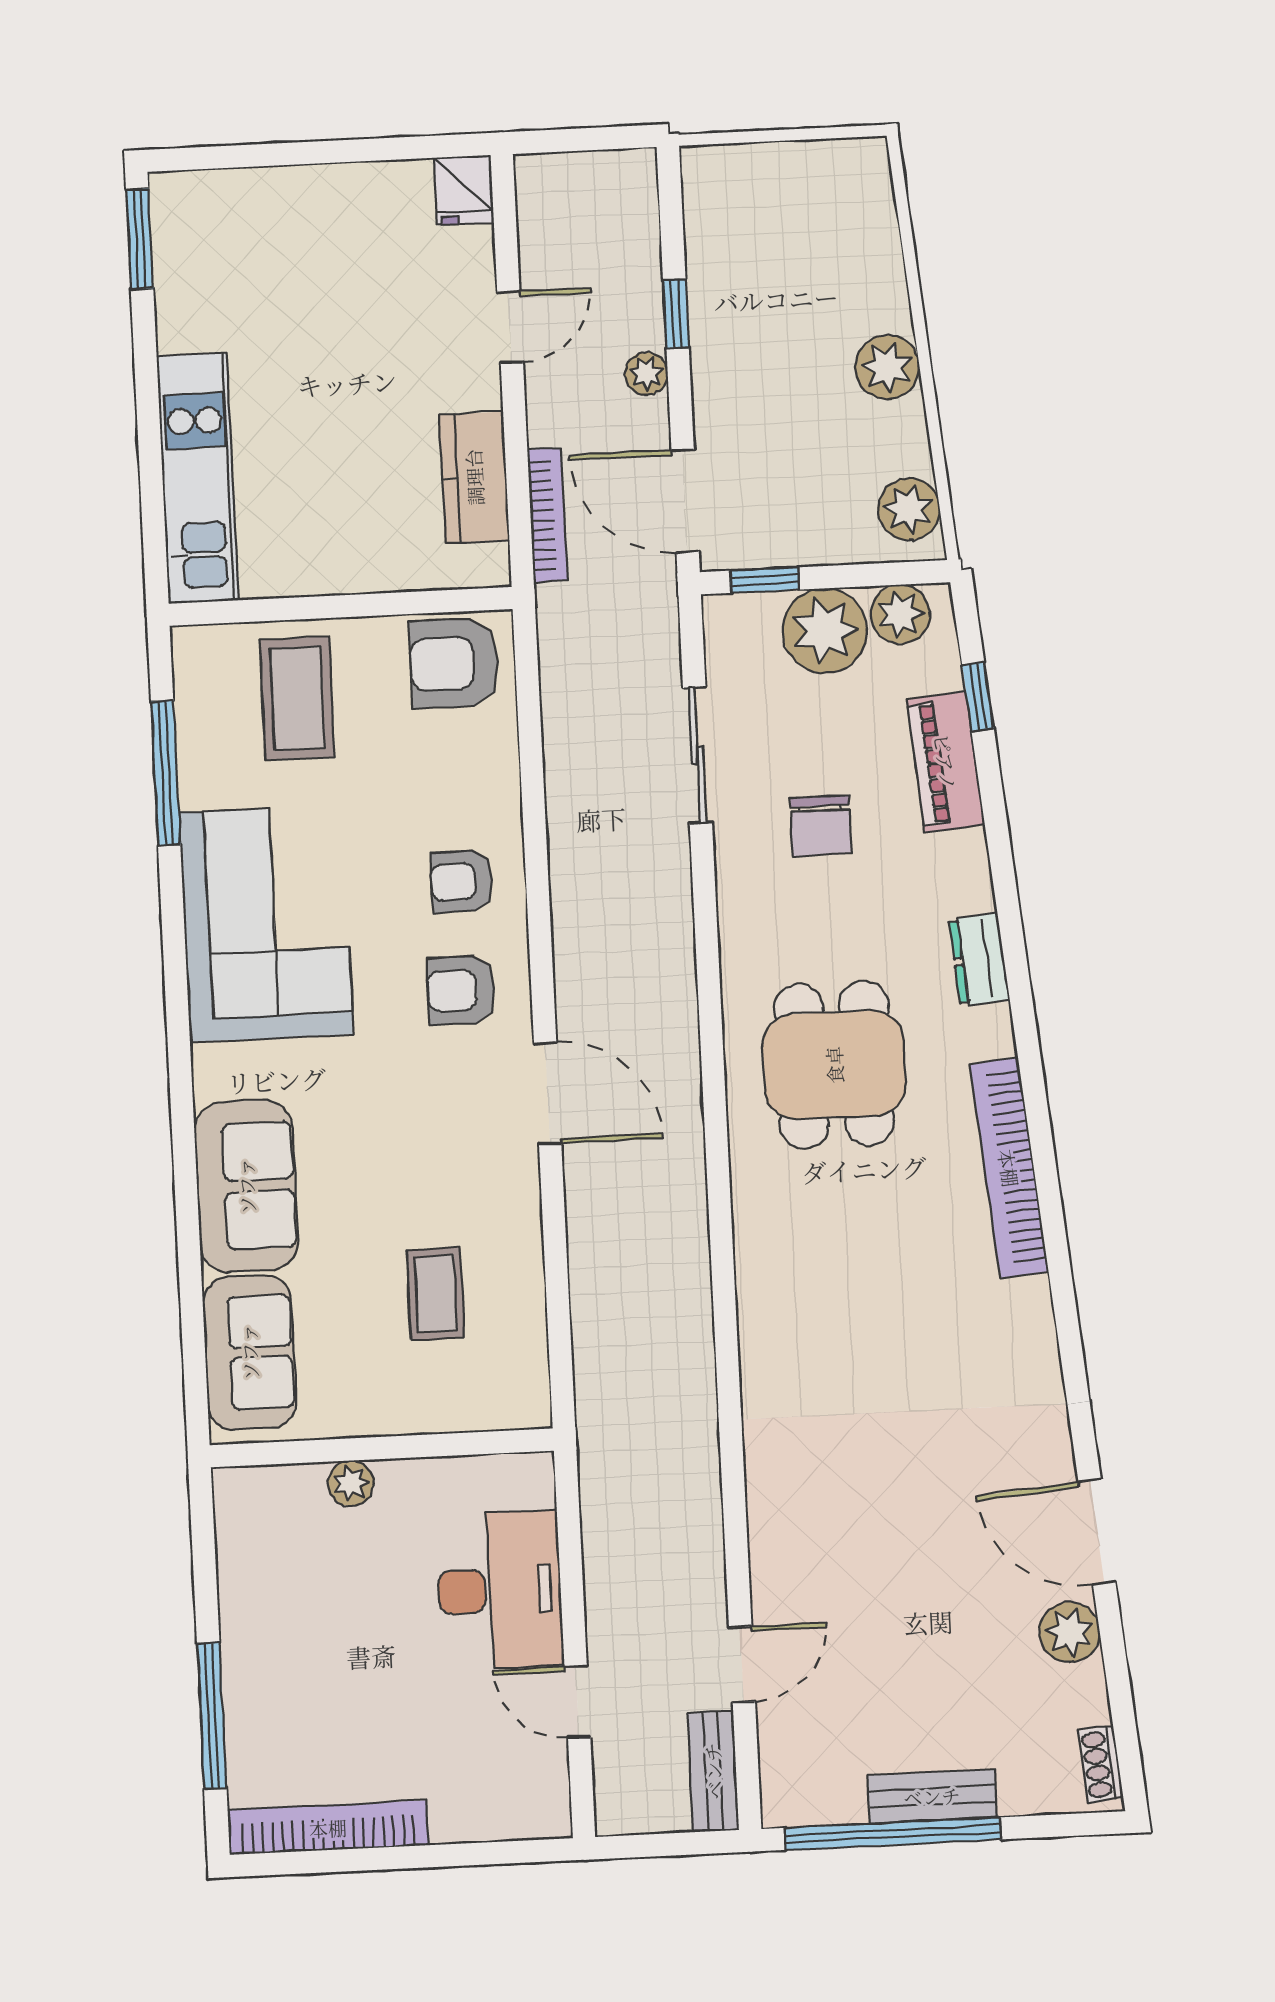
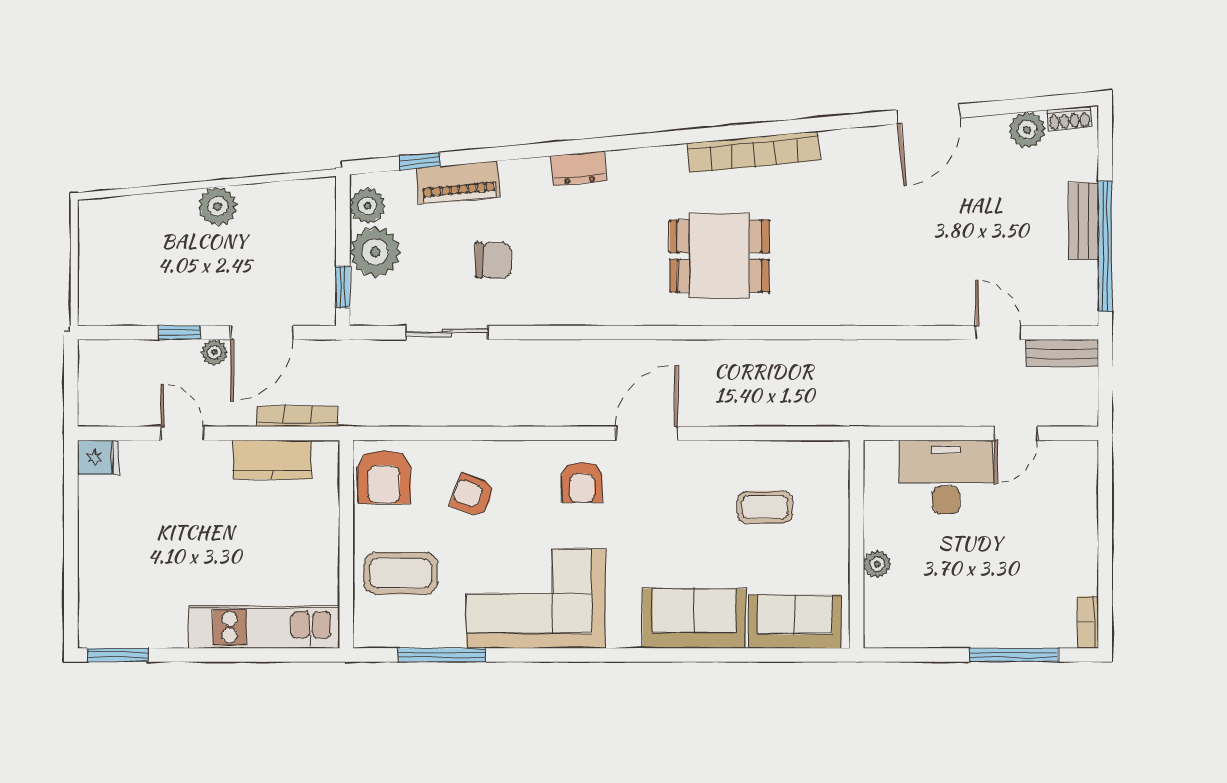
door: (685, 501) -> (262, 333), moved
plant: (909, 509) -> (304, 198), removed
armchair: (462, 881) -> (472, 495), moved, turned 110
dining table: (834, 1065) -> (719, 256), moved
bookcase: (1009, 1168) -> (754, 152), moved
plant: (1070, 1632) -> (1027, 130), moved
bookcase: (328, 1828) -> (1088, 622), width x0.43, depth x0.76

